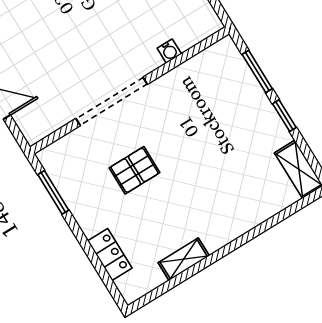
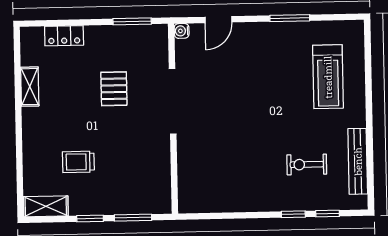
water cooler: (169, 51) -> (182, 31), moved
trolley: (233, 163) -> (78, 162), added

